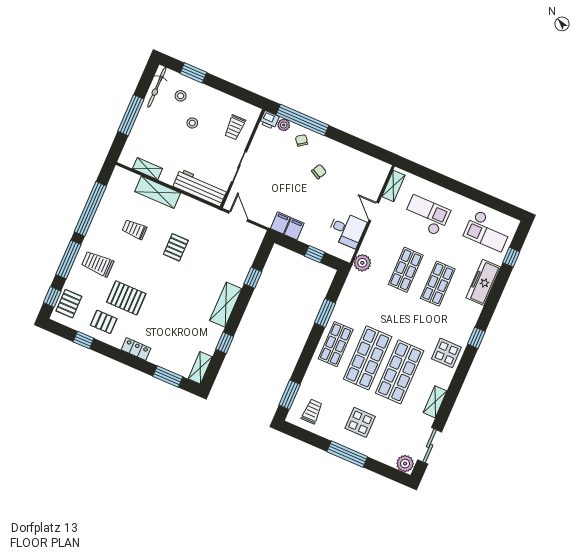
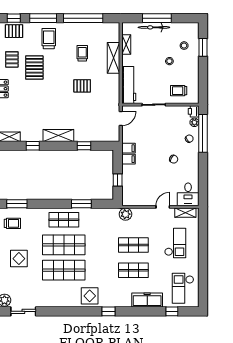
bicycle: (157, 87) -> (154, 27), moved
desk: (347, 229) -> (188, 194), moved
shelving: (435, 402) -> (54, 302), removed

